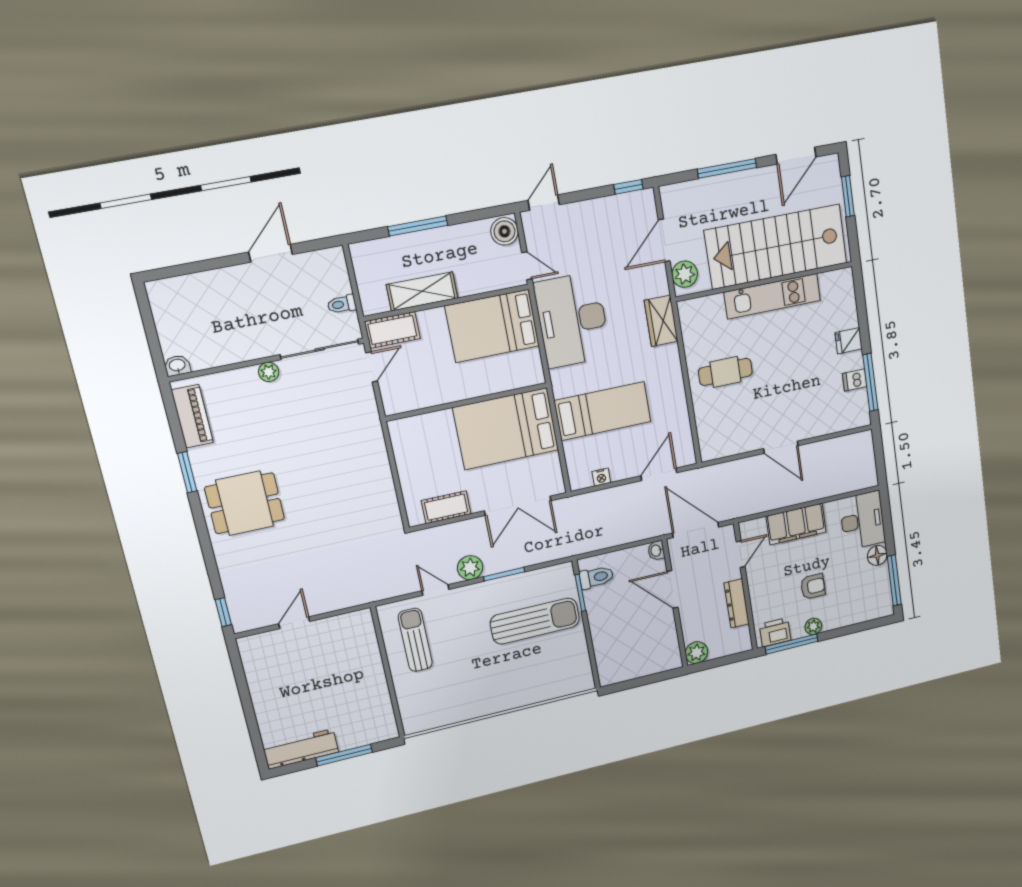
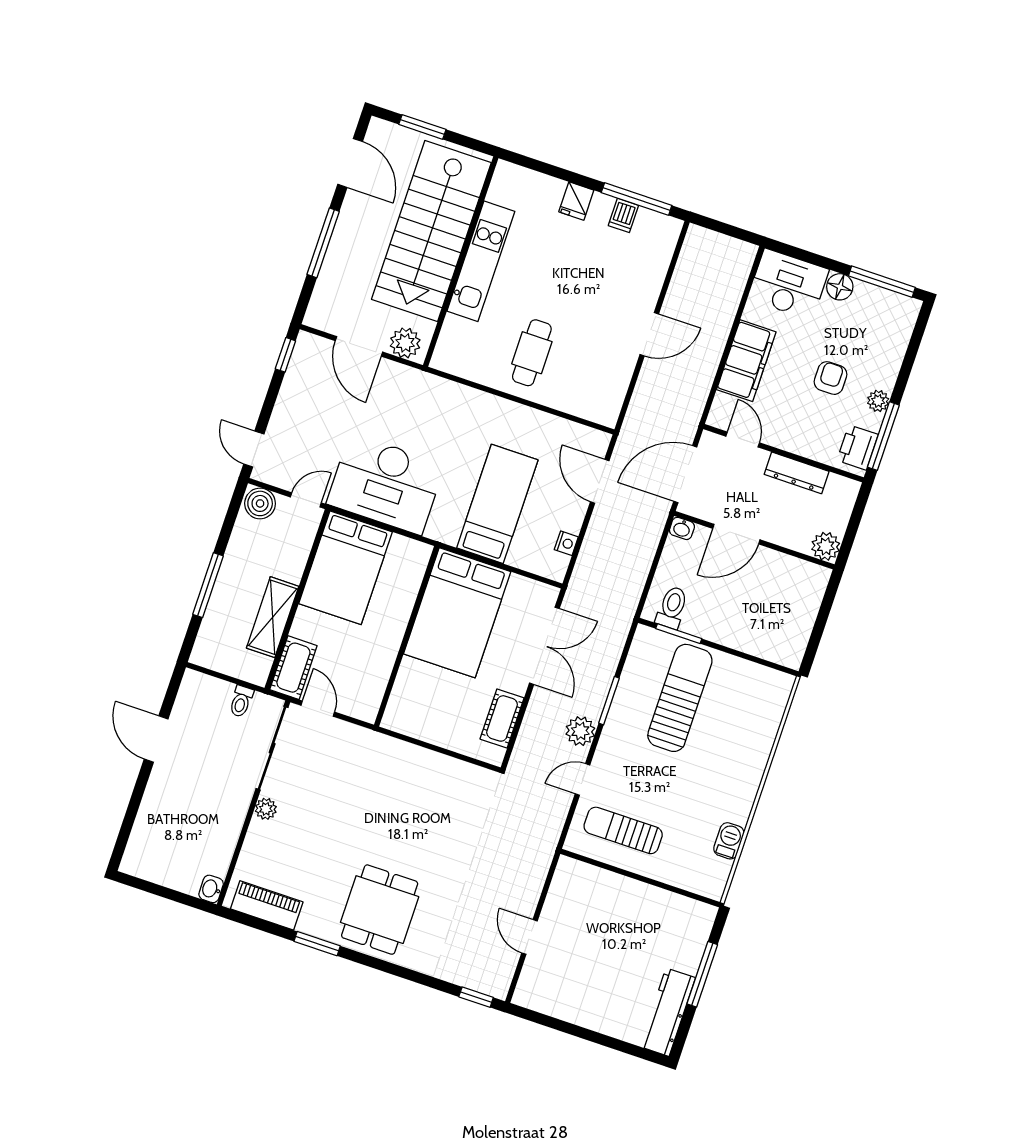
wardrobe: (661, 321) -> (439, 393), removed
barbecue: (452, 714) -> (729, 841), added

